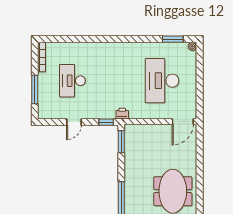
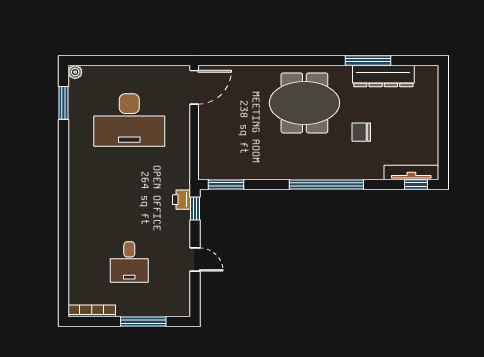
desk: (72, 81) -> (129, 262), width x0.73
printer: (122, 114) -> (182, 200), moved
door: (183, 122) -> (194, 87), hinge flipped

